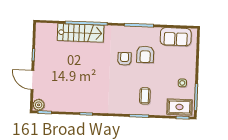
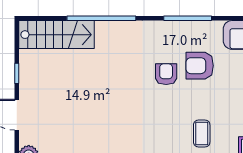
stairs: (81, 33) -> (56, 35), moved
armchair: (145, 54) -> (200, 66), turned 90

